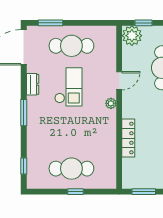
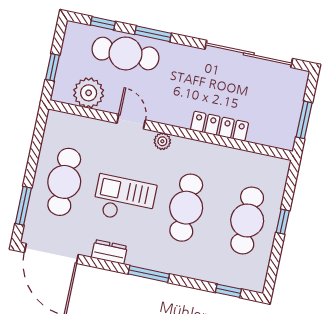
plant: (132, 36) -> (89, 93), moved
cafe table: (71, 128) -> (186, 208), added

